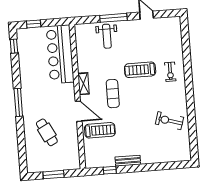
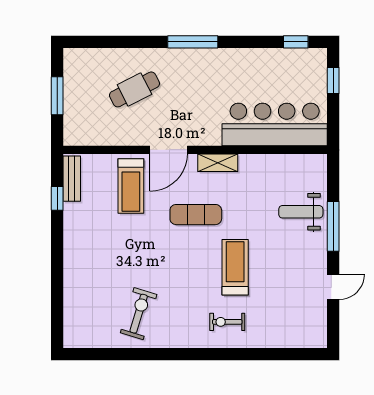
bench: (128, 161) -> (72, 179), moved

